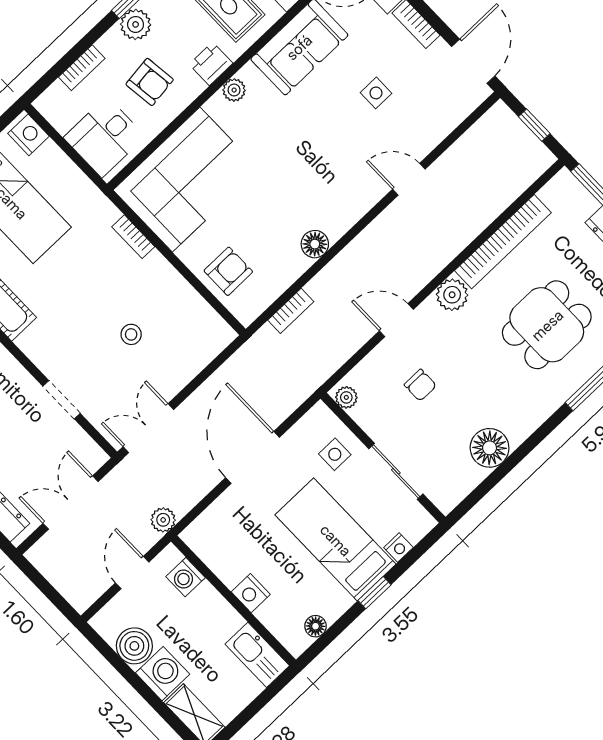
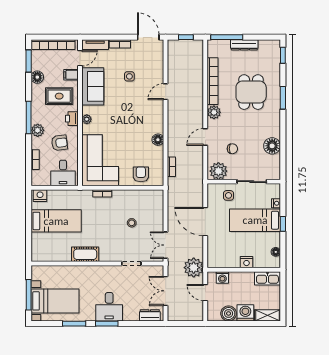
plant: (346, 397) -> (218, 171), width x1.88, depth x1.88
plant: (163, 520) -> (194, 268), width x1.87, depth x1.87

